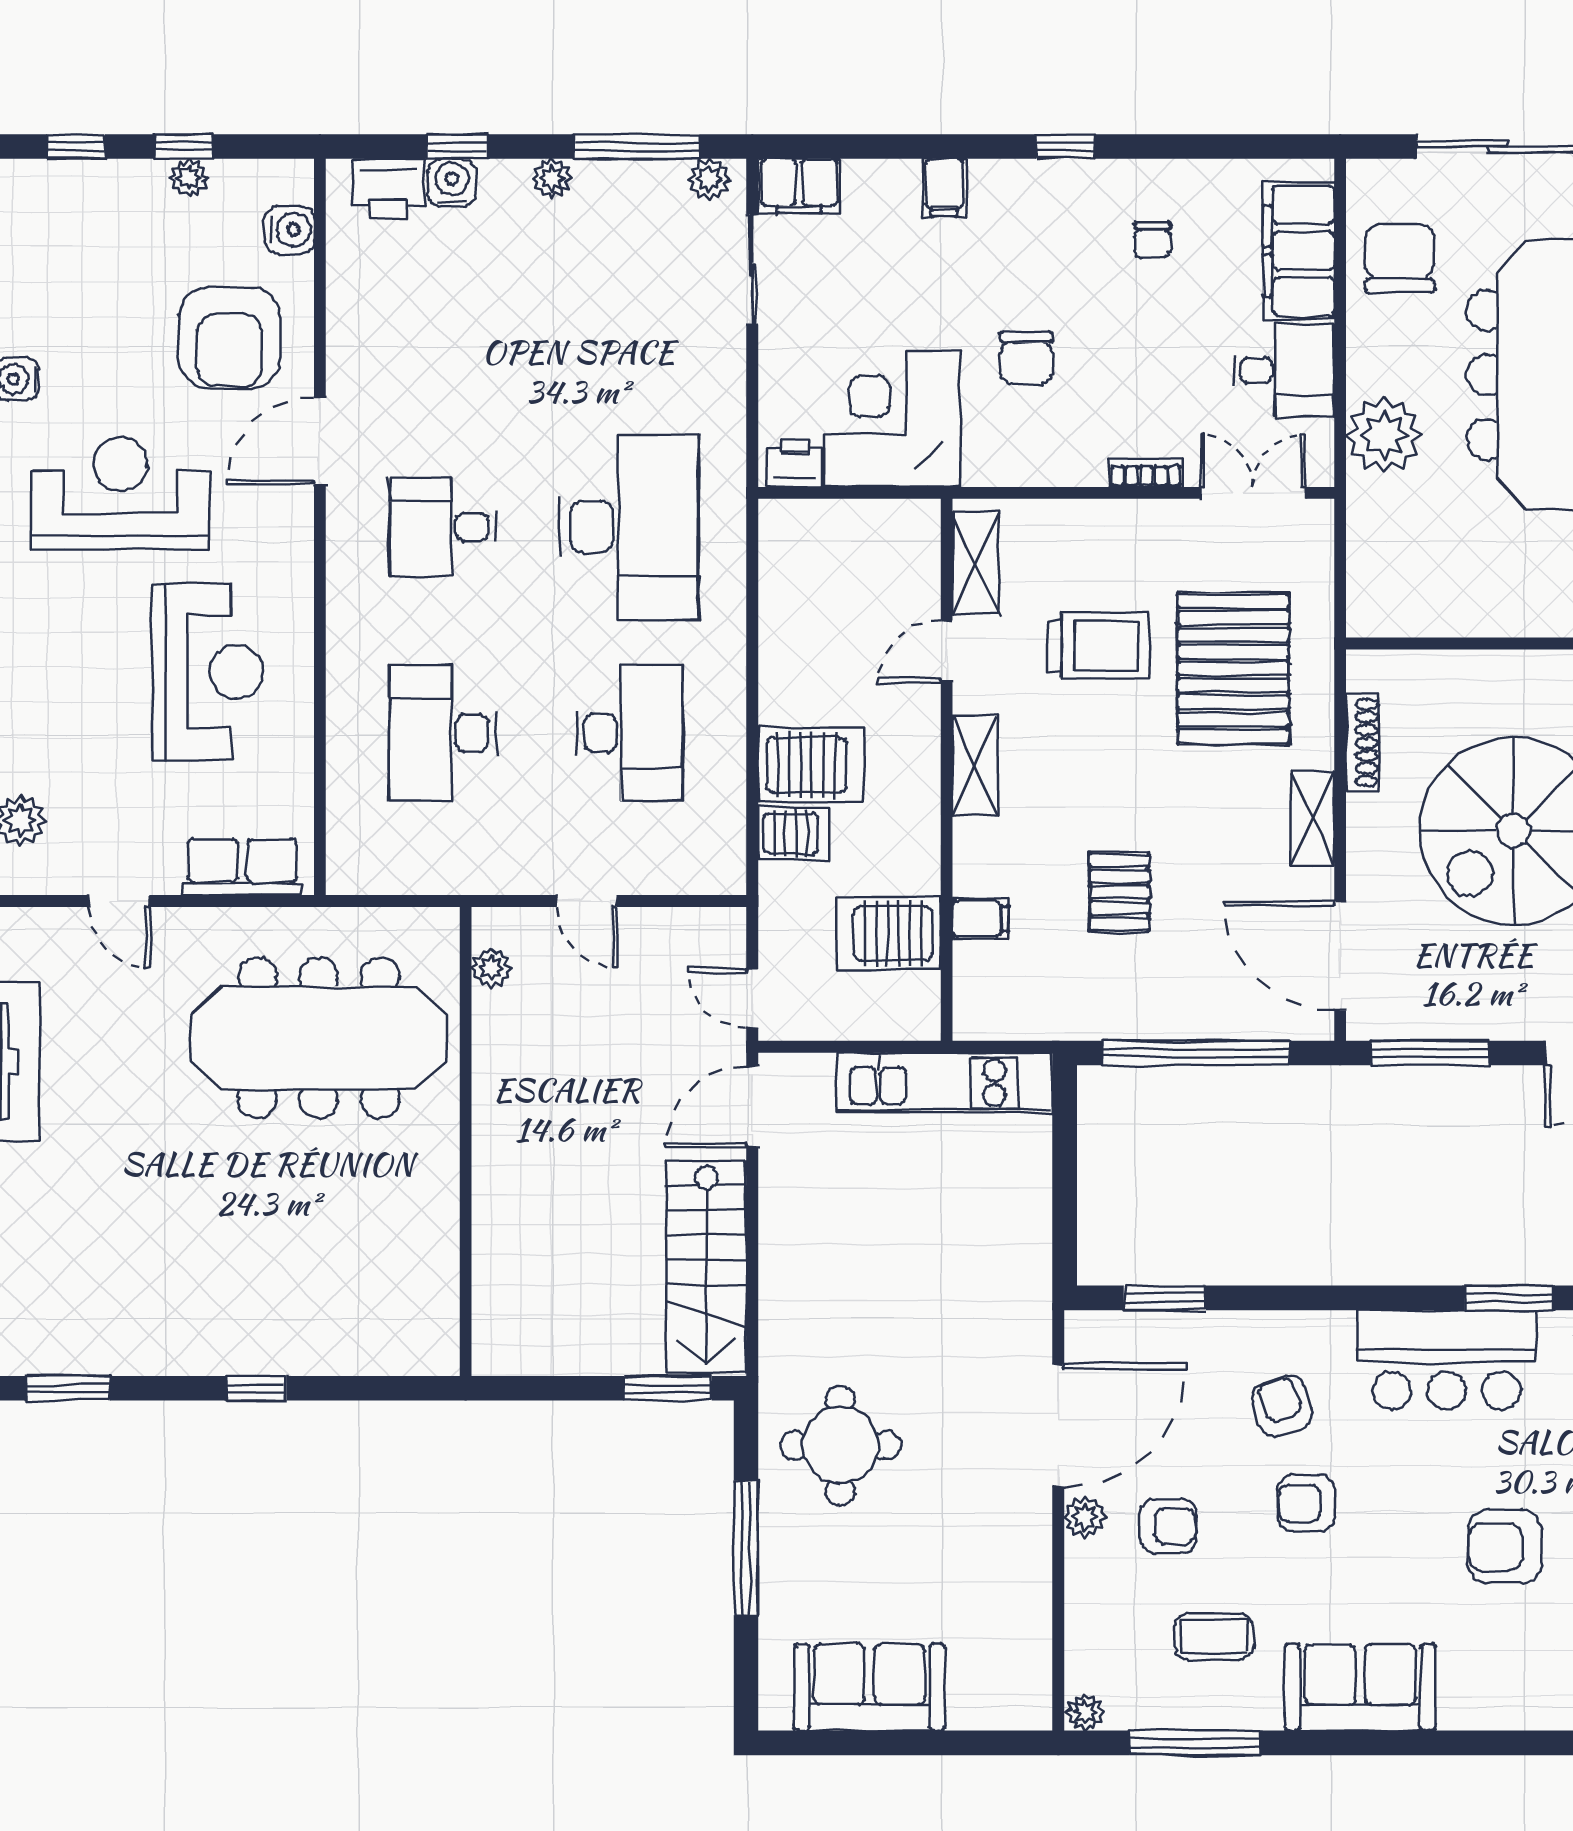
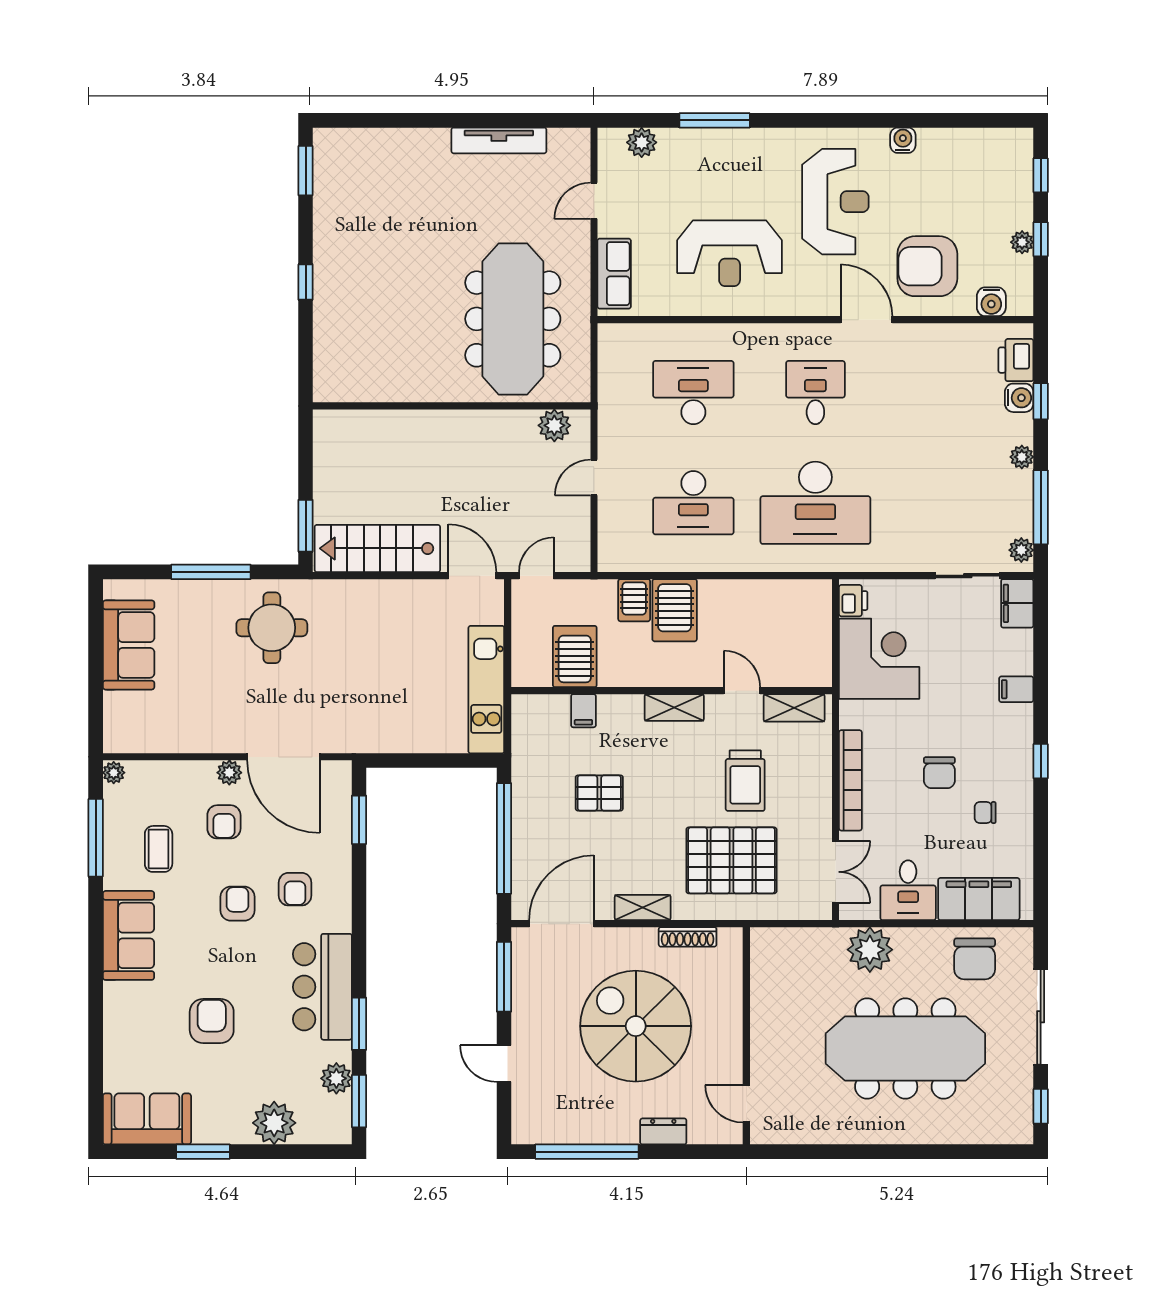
chair: (1400, 258) -> (975, 959), turned 90
chair: (1026, 358) -> (939, 773), moved, turned -90
bookcase: (1146, 472) -> (850, 780), width x2.31, depth x1.31
plant: (491, 968) -> (554, 425), width x1.38, depth x1.38
armchair: (1282, 1406) -> (295, 889), turned 108

